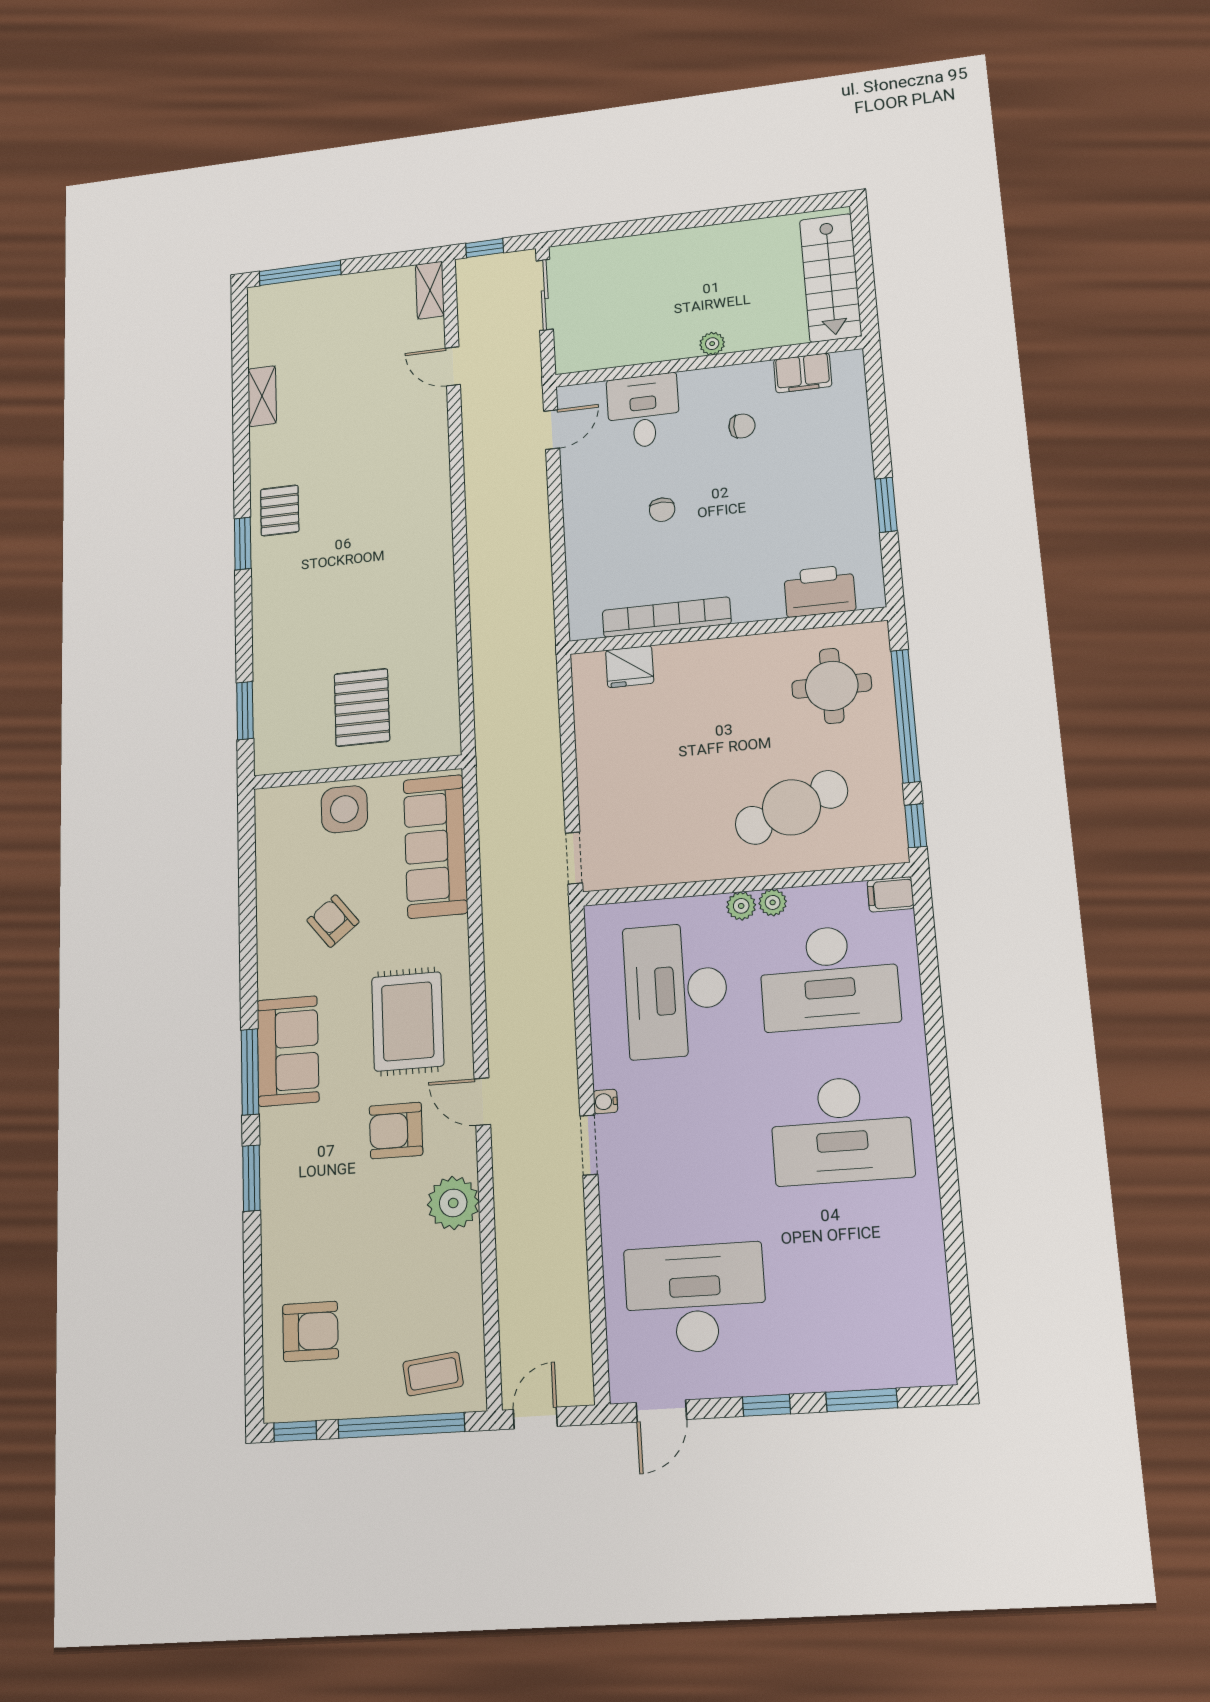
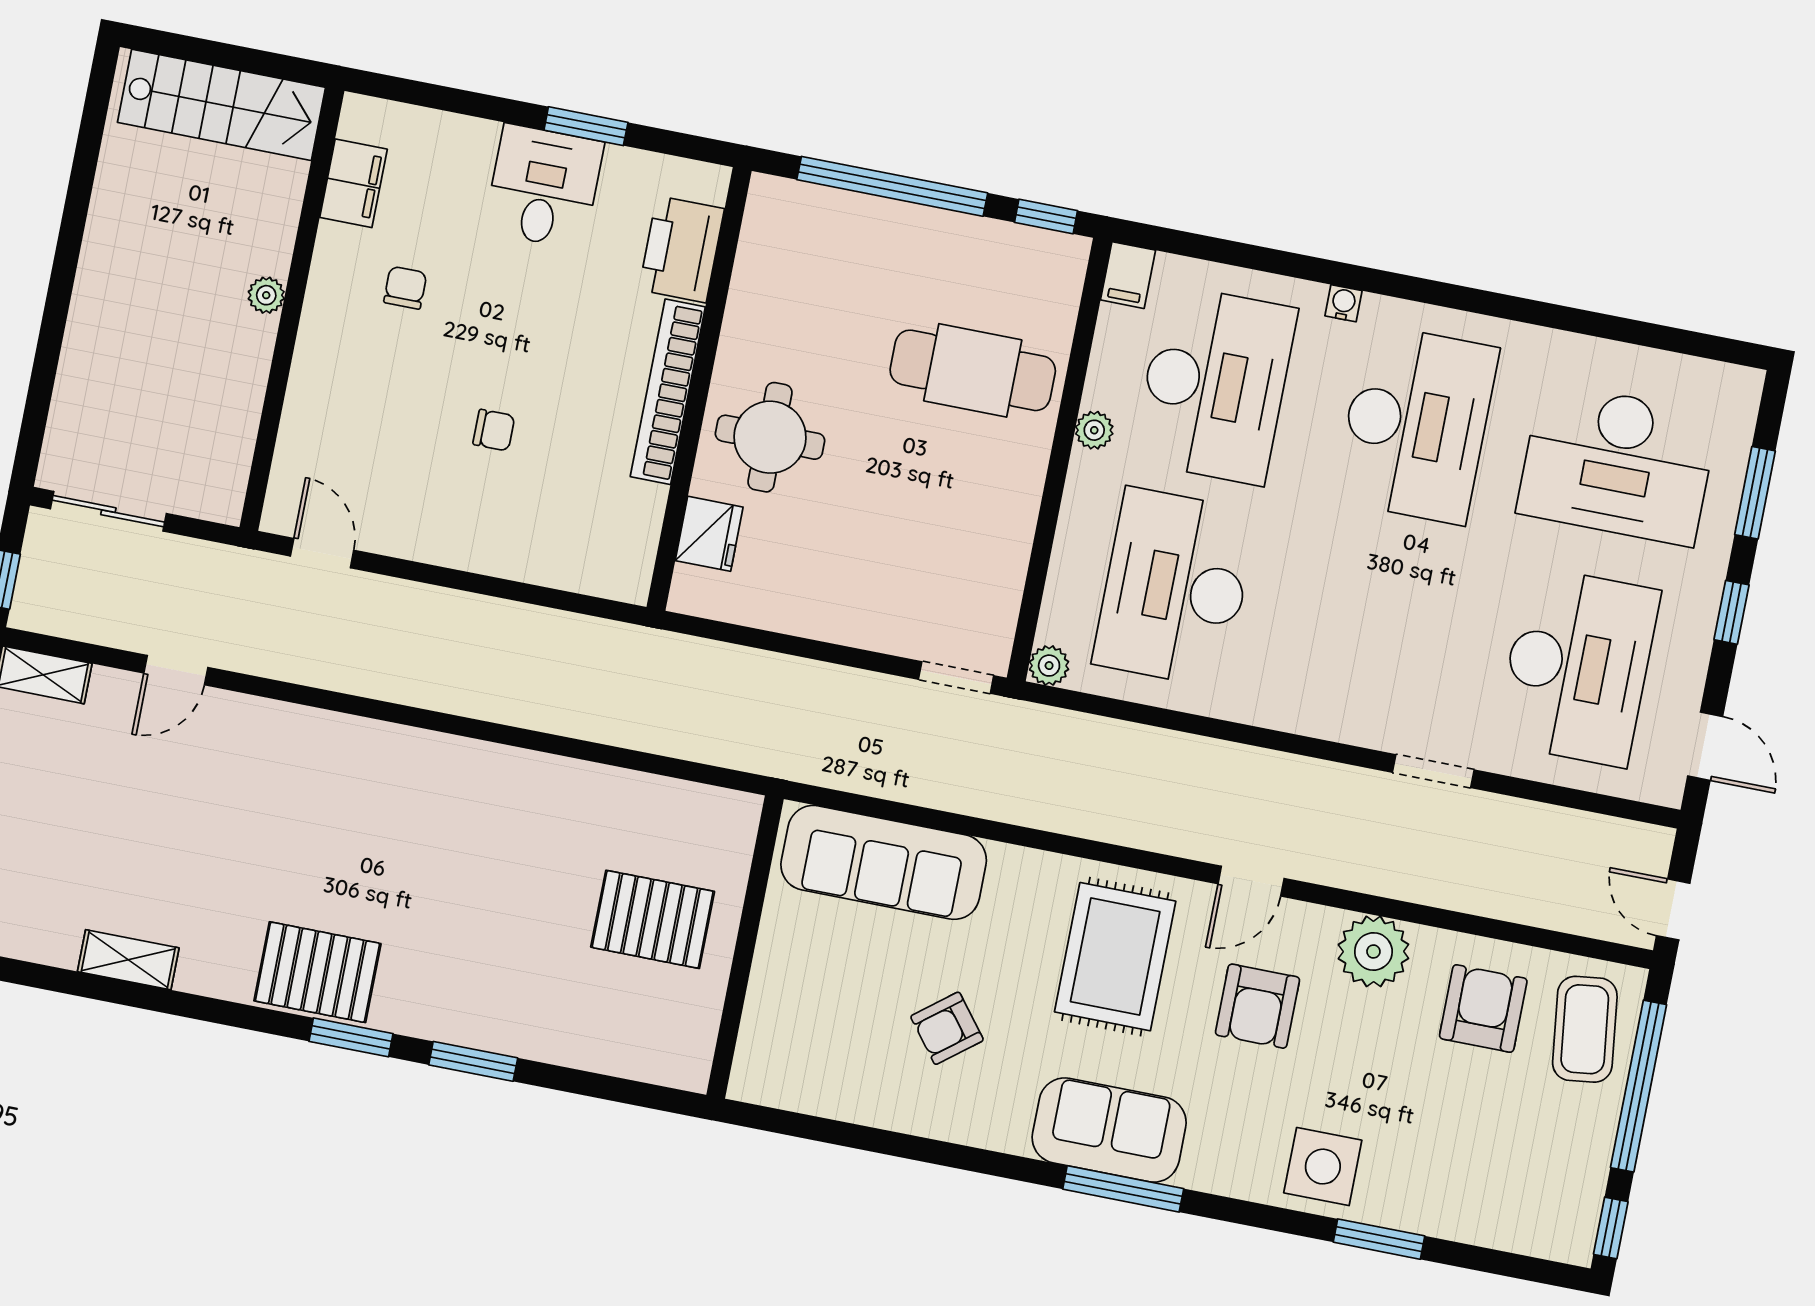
desk: (643, 411) -> (544, 187), moved, turned 90
pallet: (280, 511) -> (317, 972), width x1.50, depth x1.42
bookcase: (667, 617) -> (668, 392), moved
round table: (832, 686) -> (770, 437), moved
window: (245, 711) -> (473, 1061), moved
cafe table: (791, 807) -> (973, 370), turned -69
side table: (344, 809) -> (1323, 1167), moved
plant: (741, 906) -> (1049, 666), moved
desk: (676, 990) -> (1175, 588), turned 90
rug: (408, 1021) -> (1115, 957), turned 90
water cooler: (605, 1102) -> (1343, 303), moved, turned 180
doorway: (589, 1145) -> (1433, 771), moved
window: (251, 1178) -> (1379, 1239), moved
desk: (854, 1288) -> (1617, 464), added
desk: (695, 1298) -> (1578, 667), turned 180
armchair: (310, 1331) -> (1483, 1009), moved
coffee table: (433, 1374) -> (1585, 1029), width x1.36, depth x1.30

